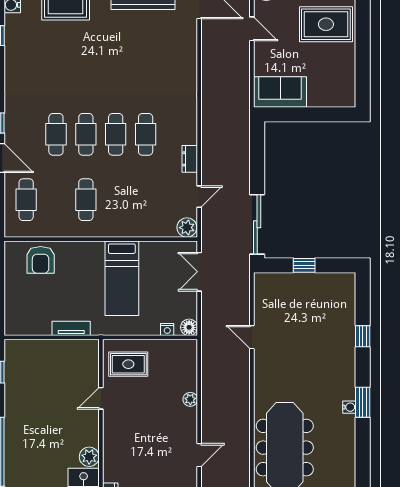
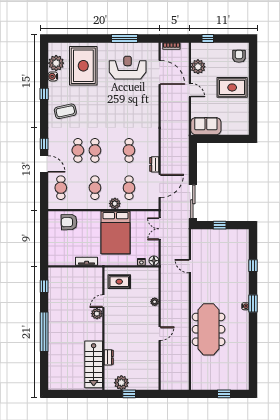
coffee table: (34, 66) -> (65, 111), added
cafe table: (116, 134) -> (129, 188), moved
door: (199, 197) -> (160, 186), width x1.87
plant: (187, 228) -> (115, 204), moved
armchair: (41, 260) -> (69, 222), turned 88
bed: (122, 278) -> (115, 233), width x1.50
plant: (89, 457) -> (97, 314), moved

